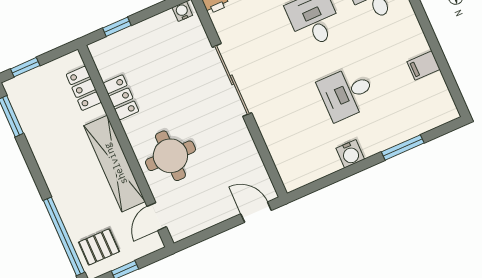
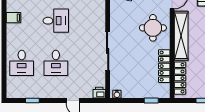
locker: (84, 88) -> (180, 78), width x1.53
locker: (121, 97) -> (164, 66), width x1.53

